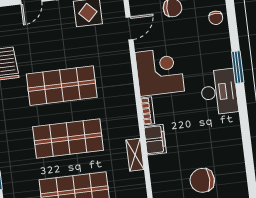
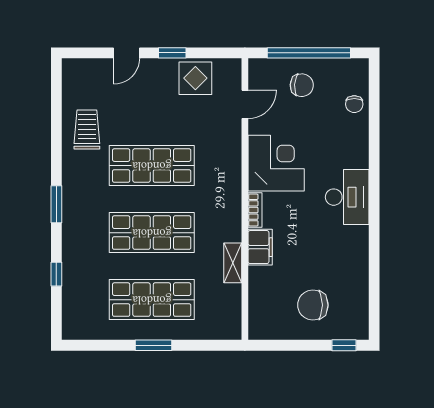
window: (238, 67) -> (374, 169), removed

